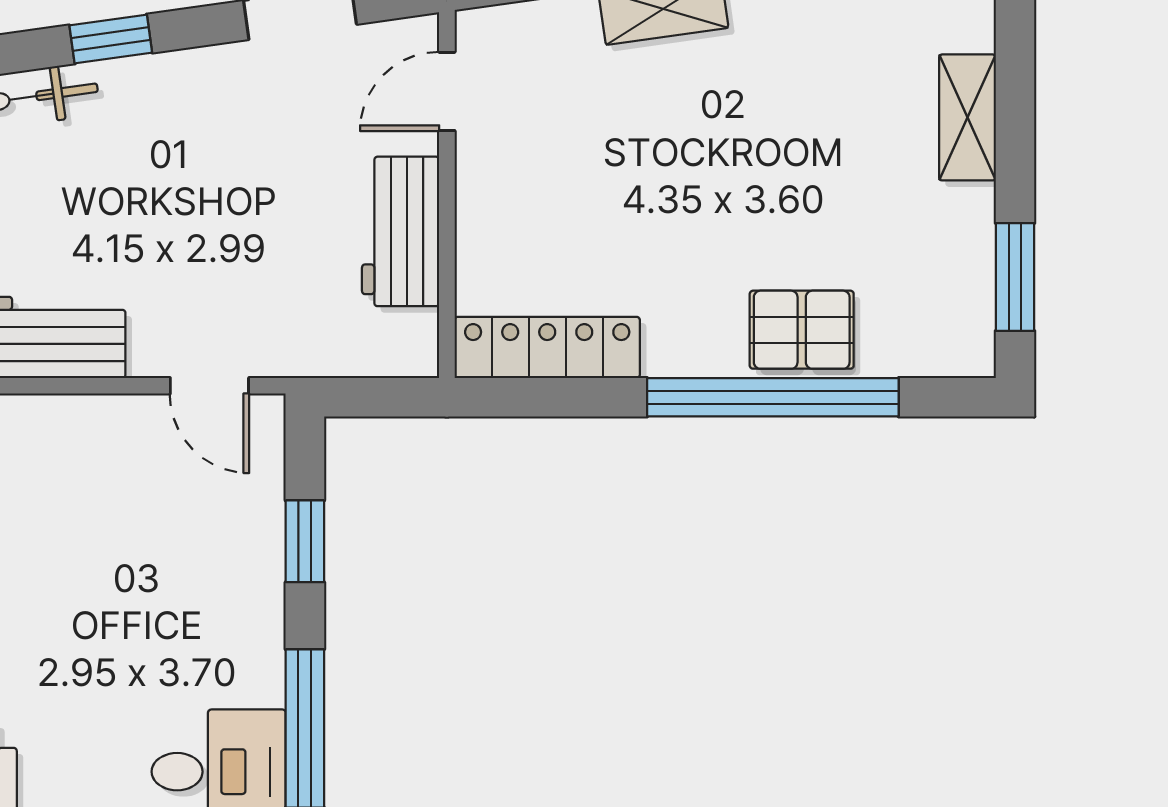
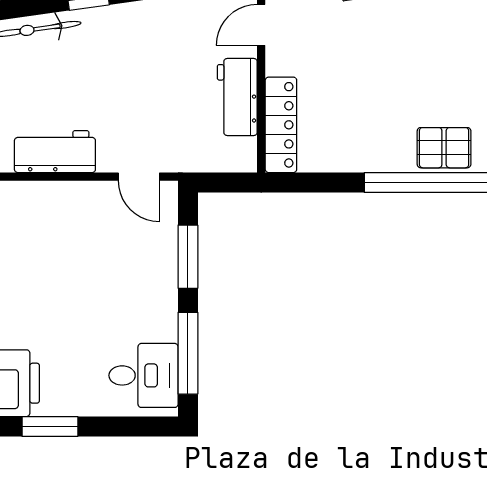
locker: (547, 347) -> (281, 125), moved, turned 90
window: (305, 541) -> (188, 257), width x1.50

